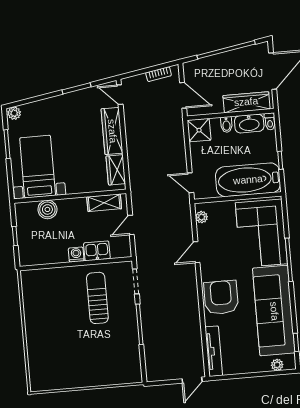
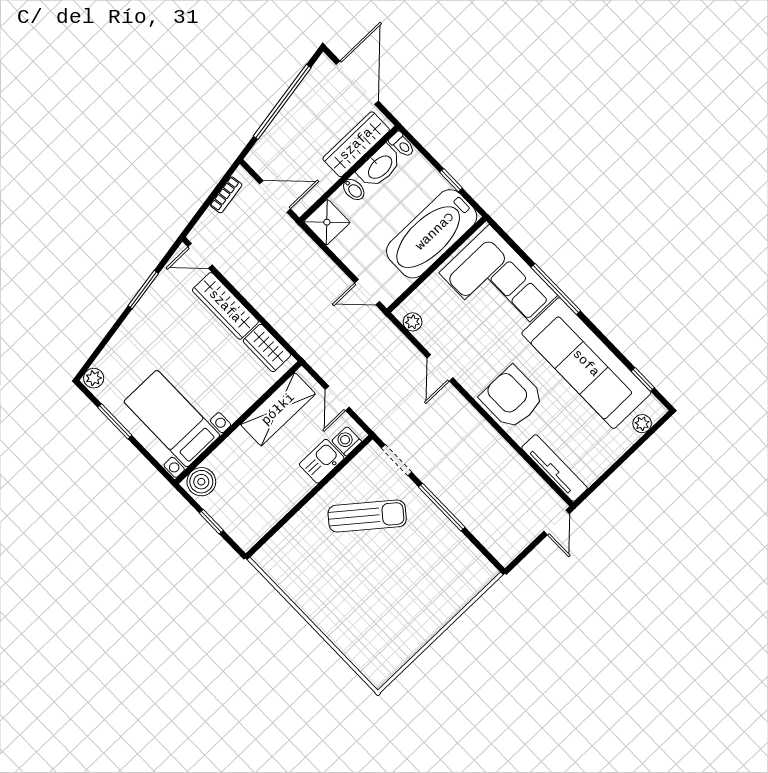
shelving: (104, 203) -> (278, 409), width x1.50, depth x1.33
boiler: (47, 209) -> (201, 482), moved
washing machine: (76, 255) -> (347, 441), moved
sun lounger: (97, 298) -> (367, 516), turned 129

